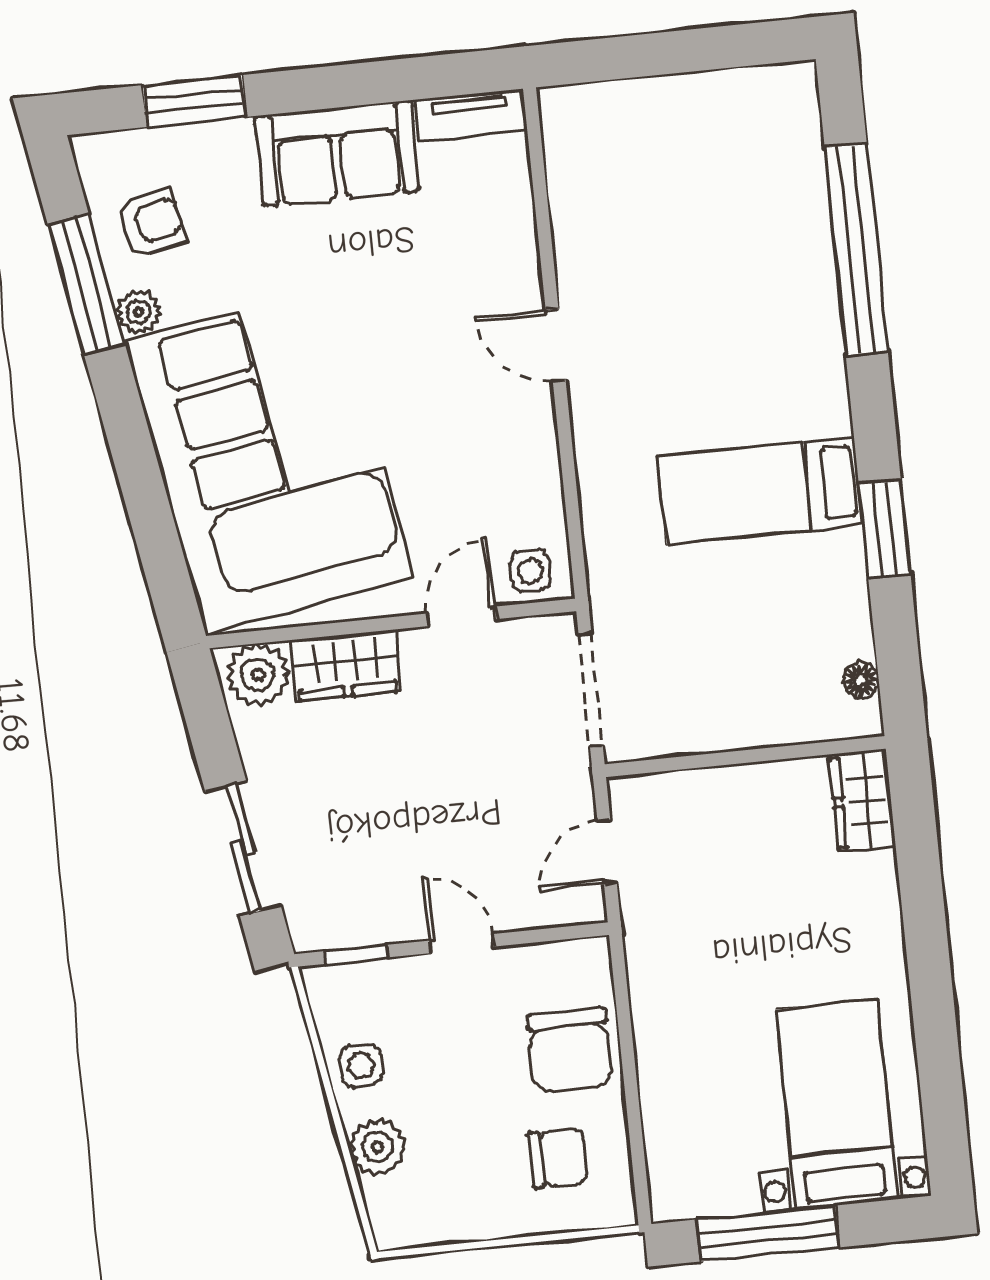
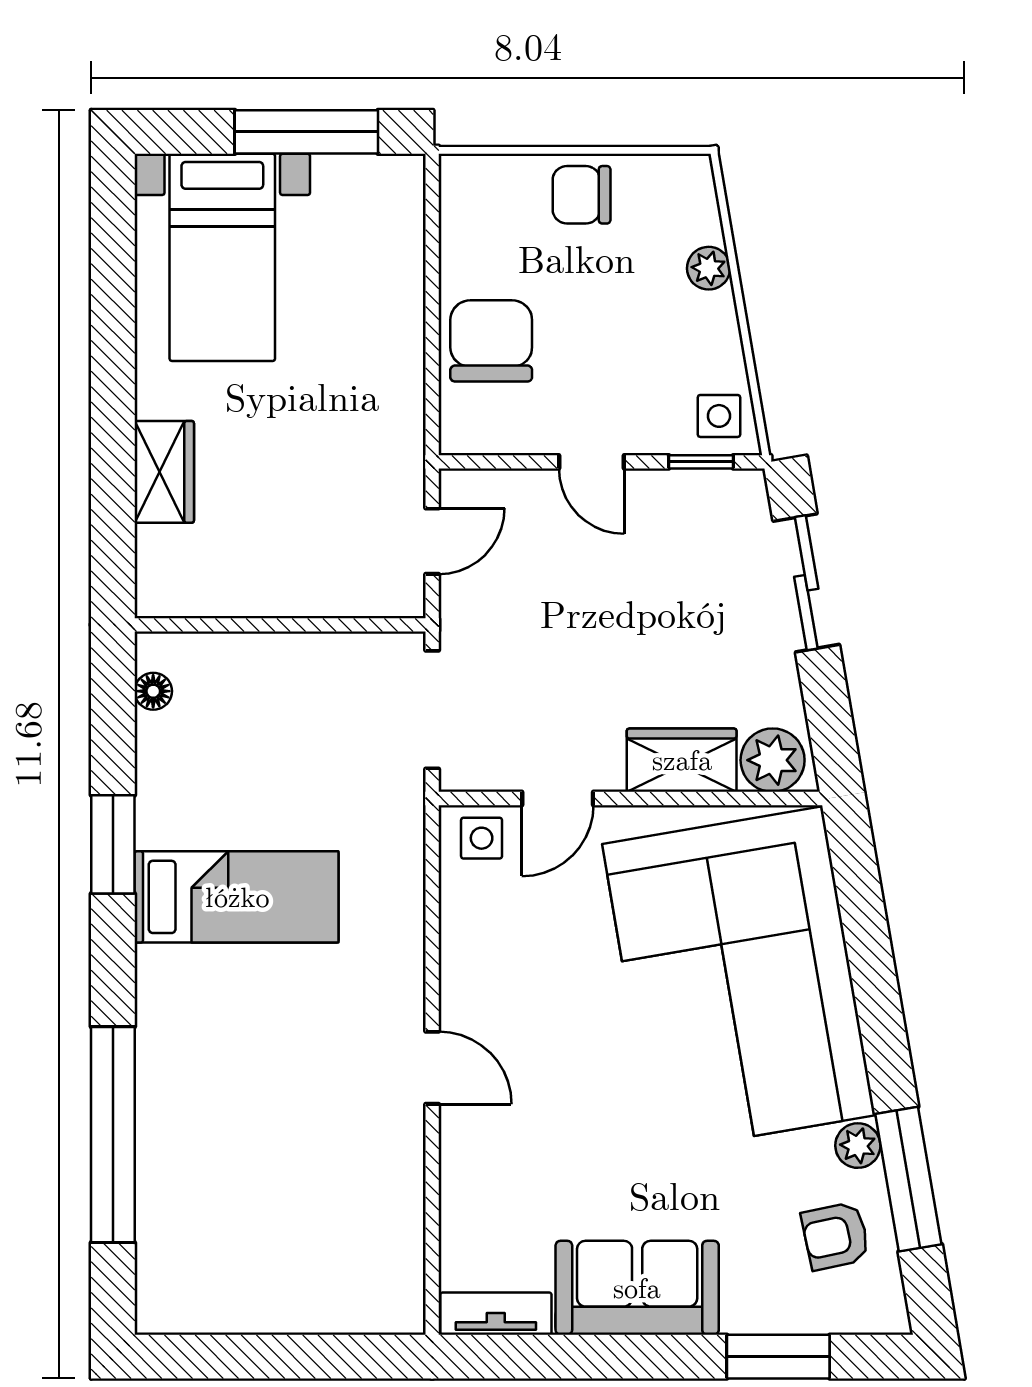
wardrobe: (862, 801) -> (164, 472), moved
side table: (361, 1065) -> (719, 416), moved
plant: (377, 1147) -> (709, 268), width x0.73, depth x0.73
chair: (558, 1158) -> (582, 195), moved

